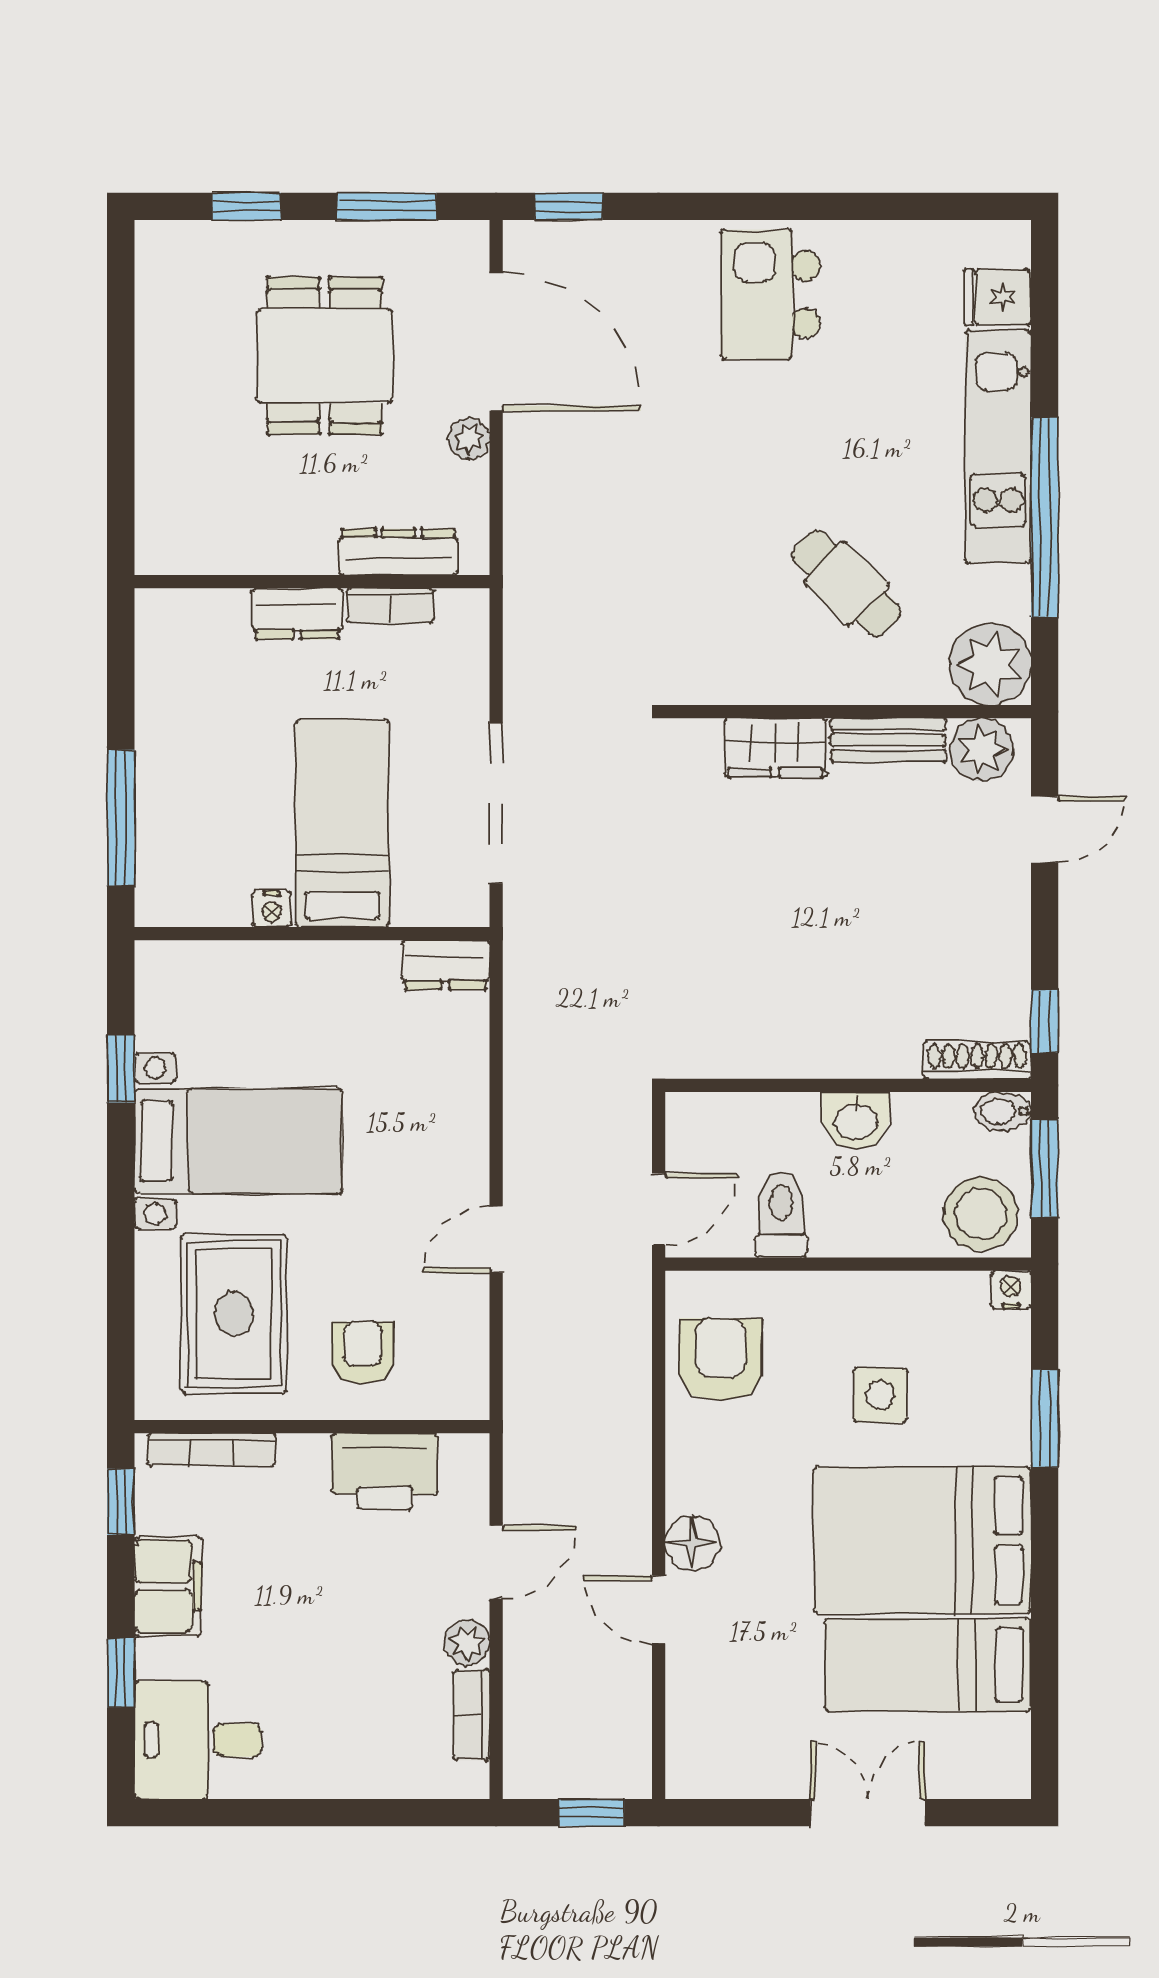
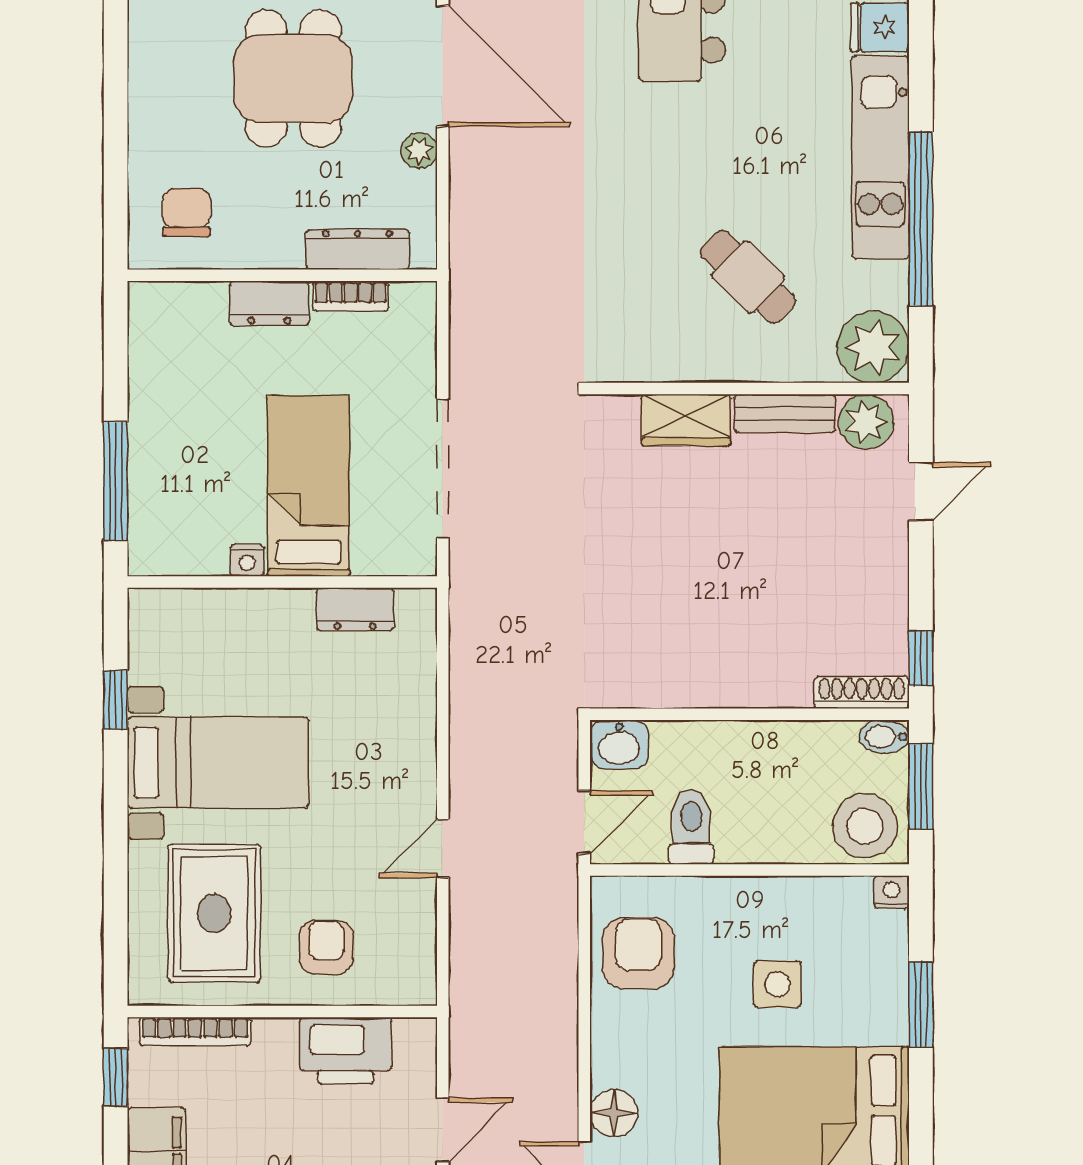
chair: (202, 510) -> (187, 213), added
dresser: (445, 965) -> (355, 609), moved
washbasin: (856, 1120) -> (619, 745), moved

